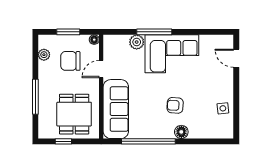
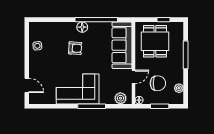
plant: (137, 42) -> (120, 98), moved
floor lamp: (181, 132) -> (82, 27), moved

